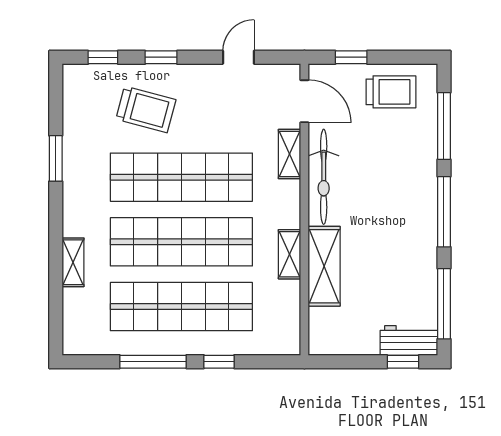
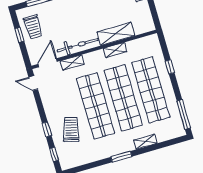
door: (238, 57) -> (33, 83), moved
window: (351, 57) -> (19, 35), moved
trolley: (391, 92) -> (33, 27), turned 180
window: (56, 158) -> (121, 157), moved
window: (153, 362) -> (184, 114), moved

